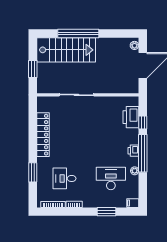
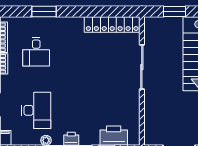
locker: (43, 135) -> (112, 25), moved
desk: (65, 178) -> (36, 52), turned 180

